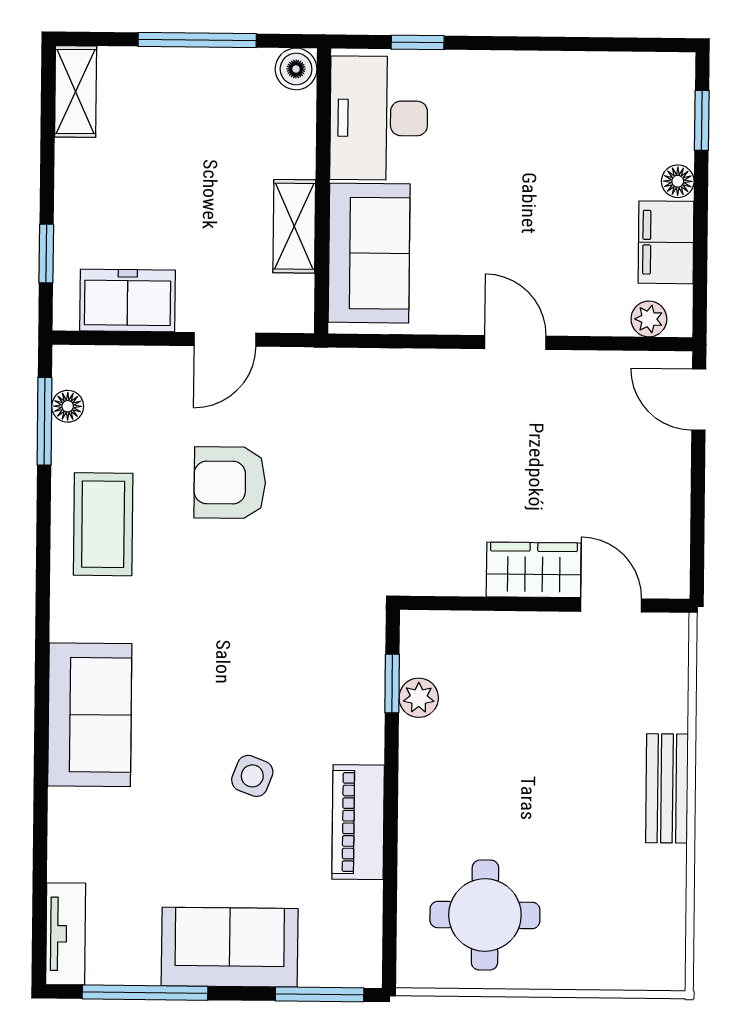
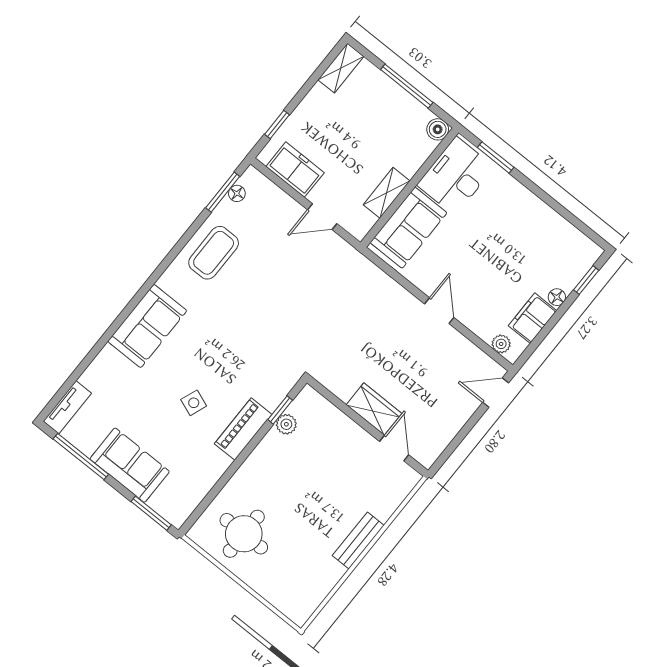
window: (418, 42) -> (496, 157), width x1.50
door: (699, 400) -> (496, 393), hinge flipped
armchair: (230, 483) -> (278, 276), removed
piano: (358, 822) -> (243, 429), moved

